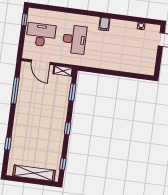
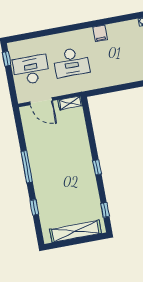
desk: (74, 39) -> (71, 62), turned 90
window: (15, 90) -> (27, 167), moved
window: (72, 92) -> (89, 124), removed

